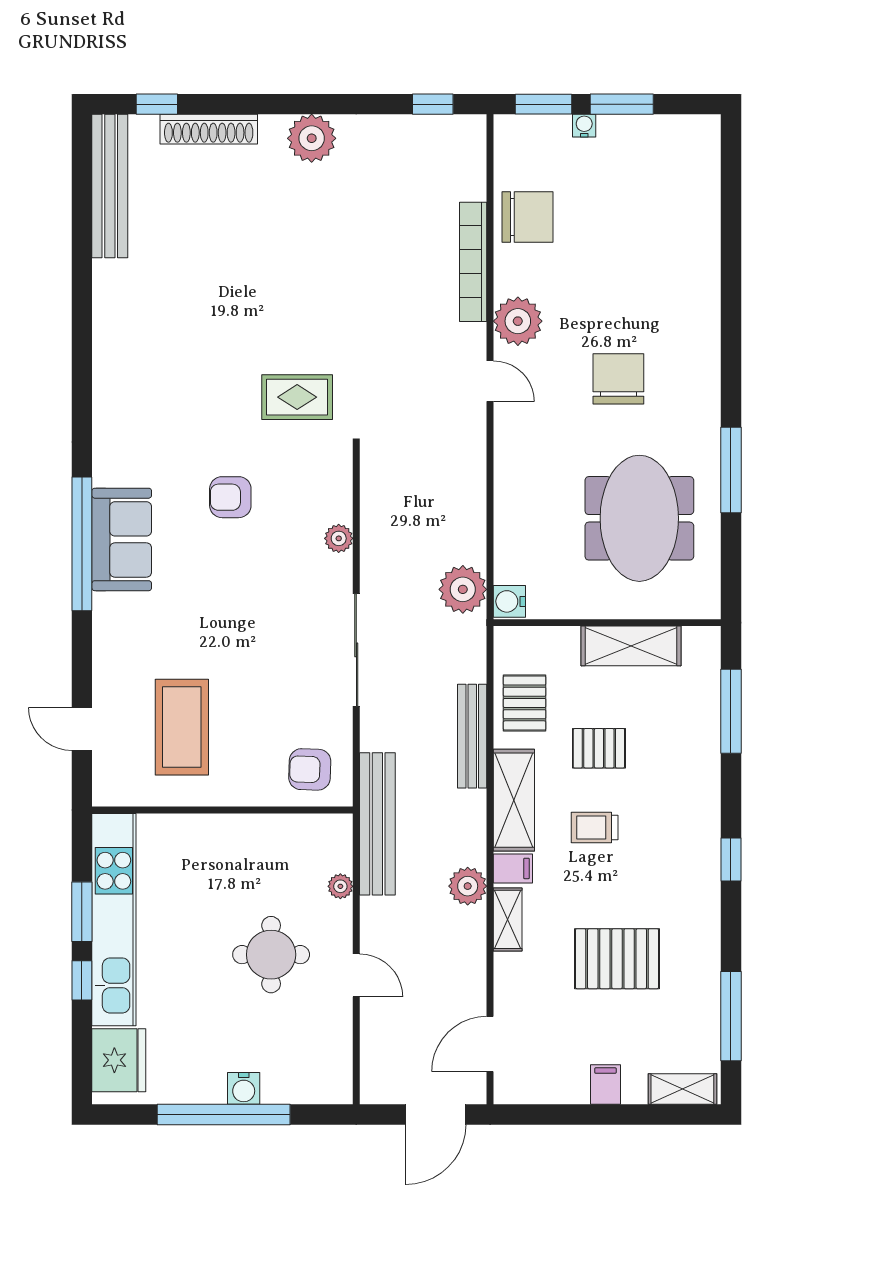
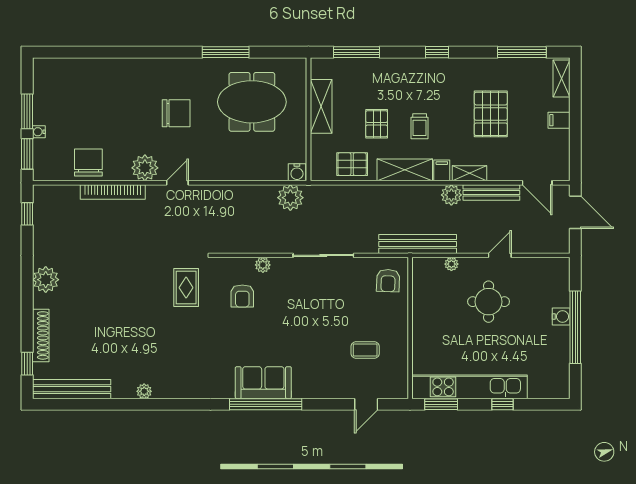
plant: (106, 320) -> (144, 391), added
chair: (618, 379) -> (176, 113), turned 180
armchair: (230, 497) -> (242, 296), moved
coffee table: (182, 727) -> (365, 350), width x0.54, depth x0.58
bench: (472, 736) -> (491, 193), moved
window: (82, 912) -> (441, 404), moved
fridge: (119, 1060) -> (546, 384), removed

